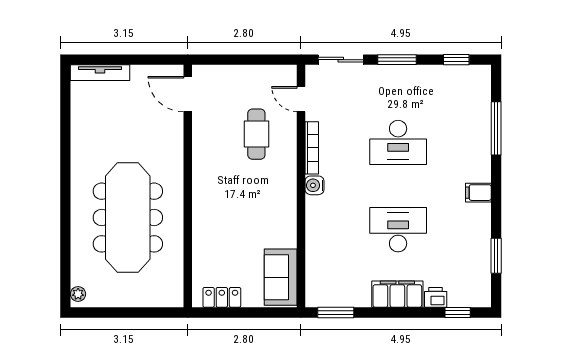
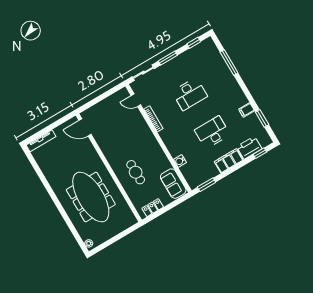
cafe table: (256, 134) -> (136, 172), moved
water cooler: (314, 185) -> (180, 161), moved
filing cabinet: (478, 193) -> (247, 110), moved
printer: (436, 297) -> (249, 148), width x1.87, depth x1.48

